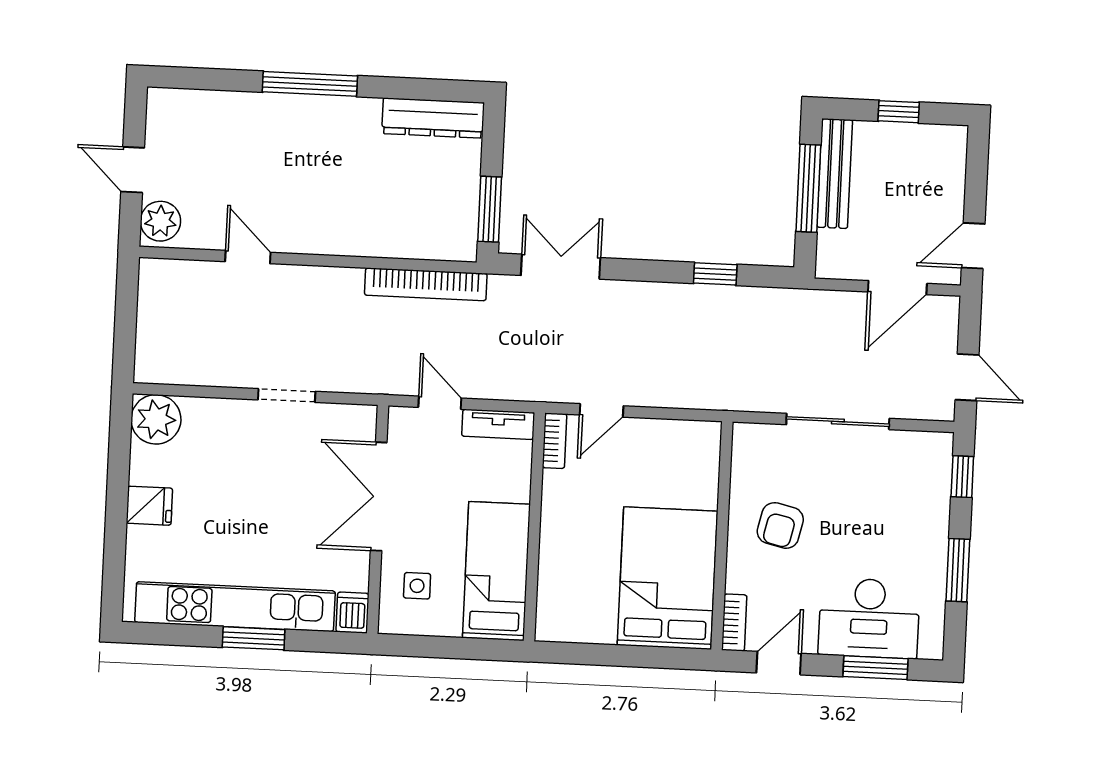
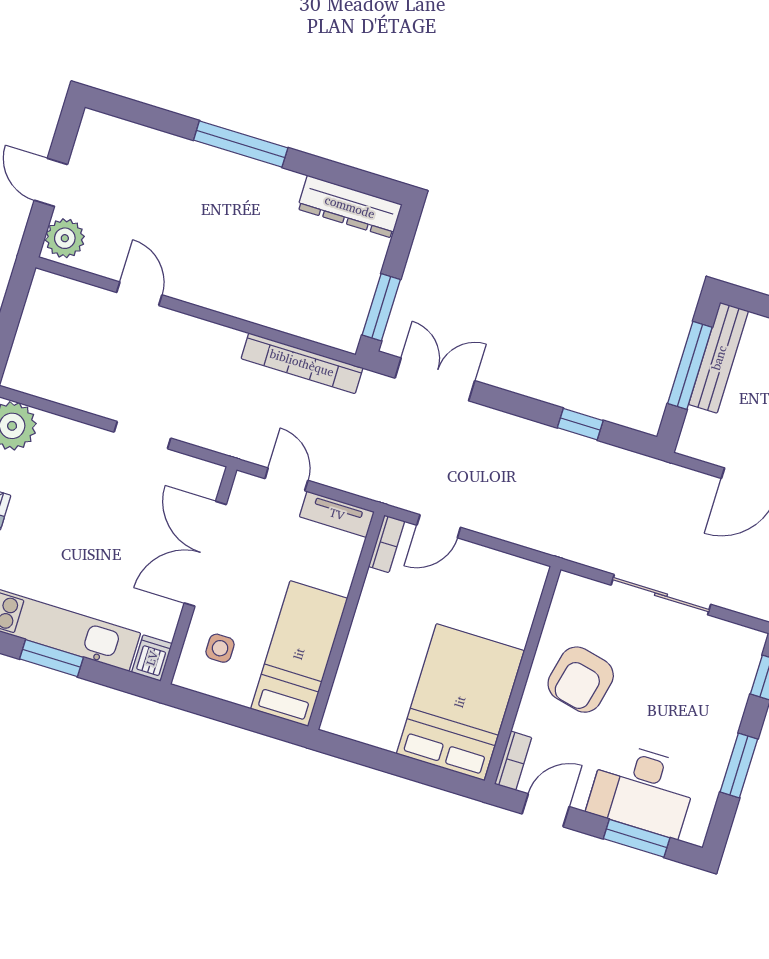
armchair: (780, 525) -> (581, 680), width x1.38, depth x1.38

